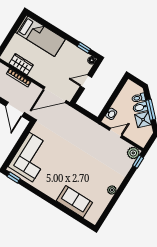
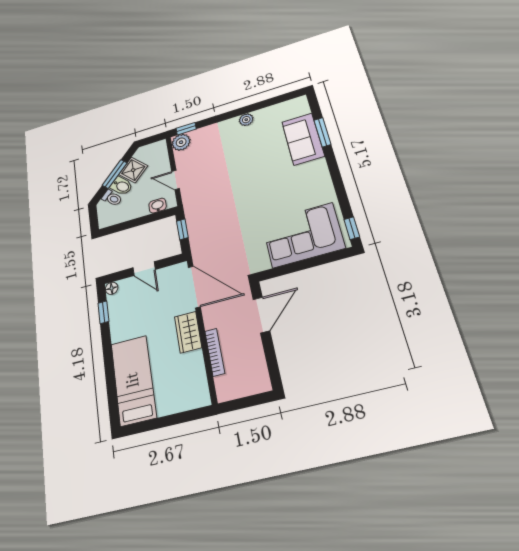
wardrobe: (21, 64) -> (188, 332), moved
window: (87, 114) -> (182, 229), added
window: (69, 212) -> (322, 132), added

